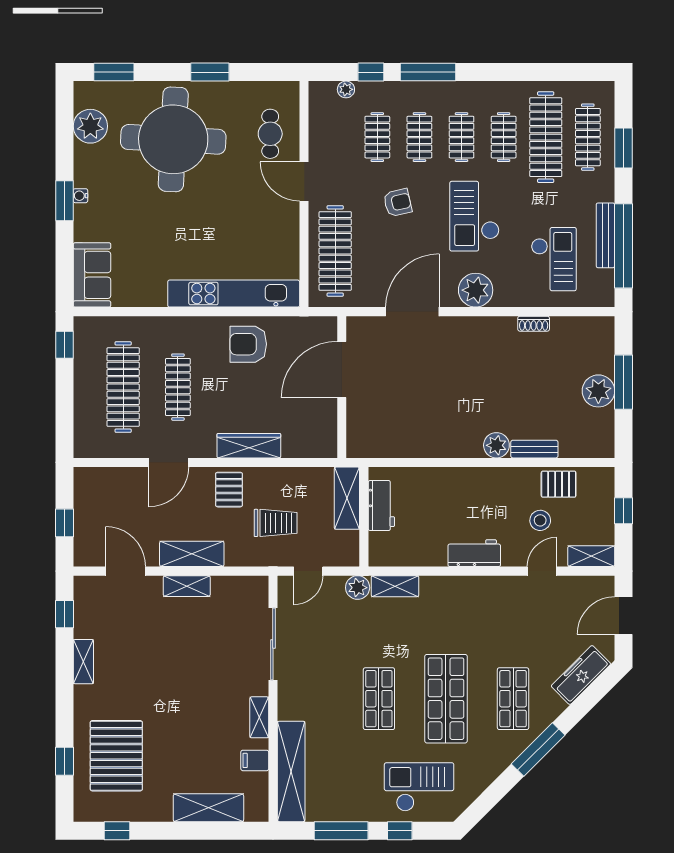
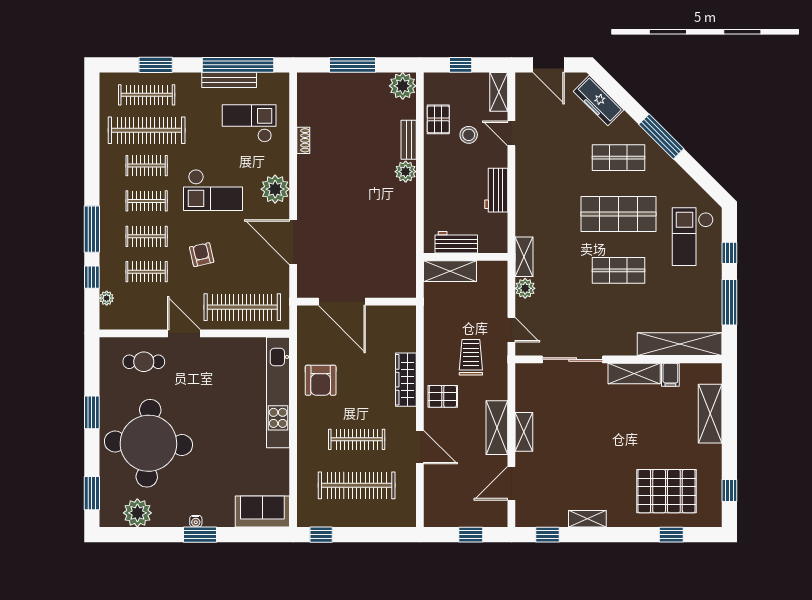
door: (304, 182) -> (184, 333), swing flipped
plant: (598, 391) -> (403, 86), moved
shelving: (347, 498) -> (450, 271), moved
workbench: (381, 506) -> (456, 242), moved
wall: (364, 517) -> (466, 257), moved
shelving: (259, 717) -> (634, 374), width x1.50, depth x1.33

